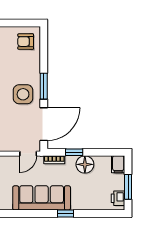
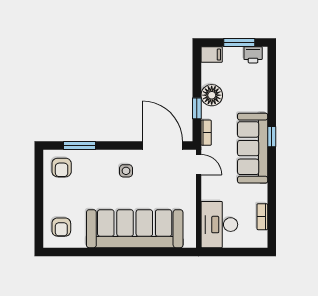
window: (44, 86) -> (80, 146), moved
side table: (23, 94) -> (126, 171), width x0.54, depth x0.54
window: (66, 213) -> (272, 137), moved

